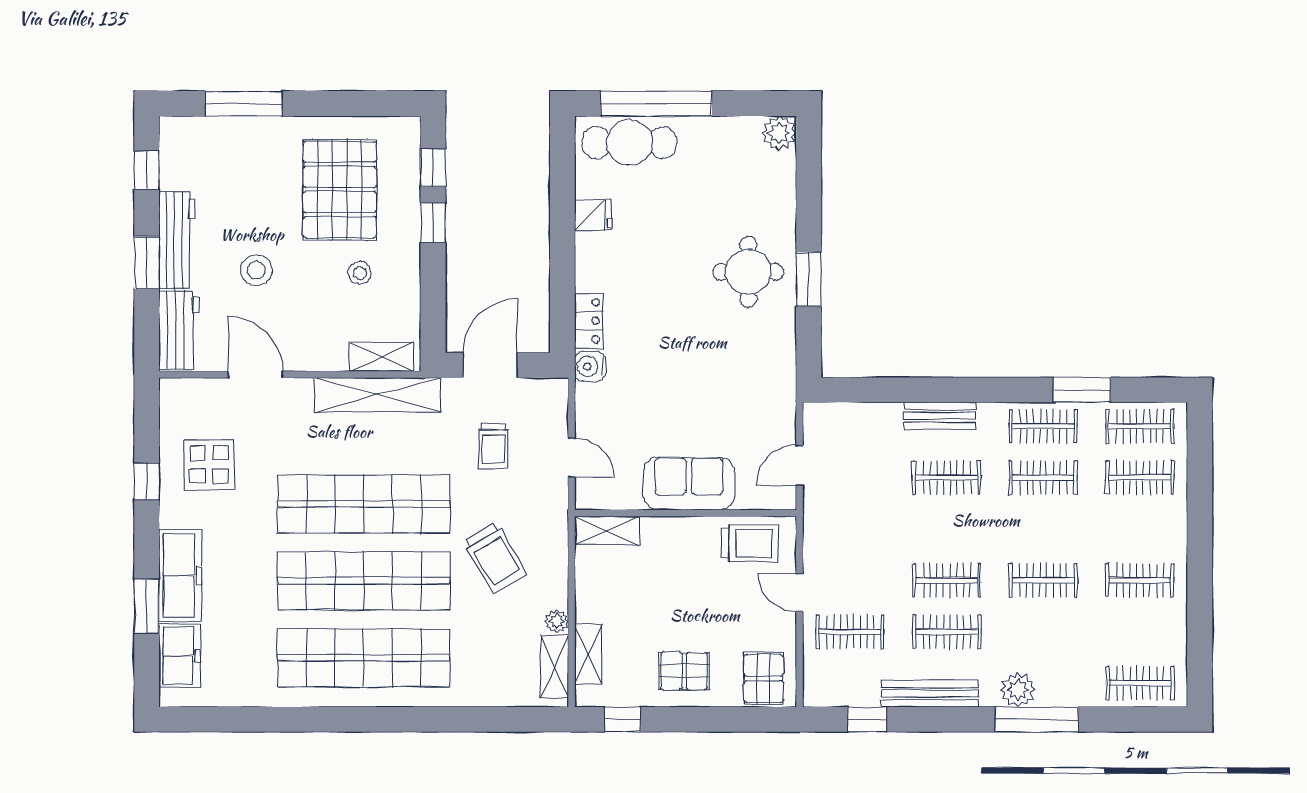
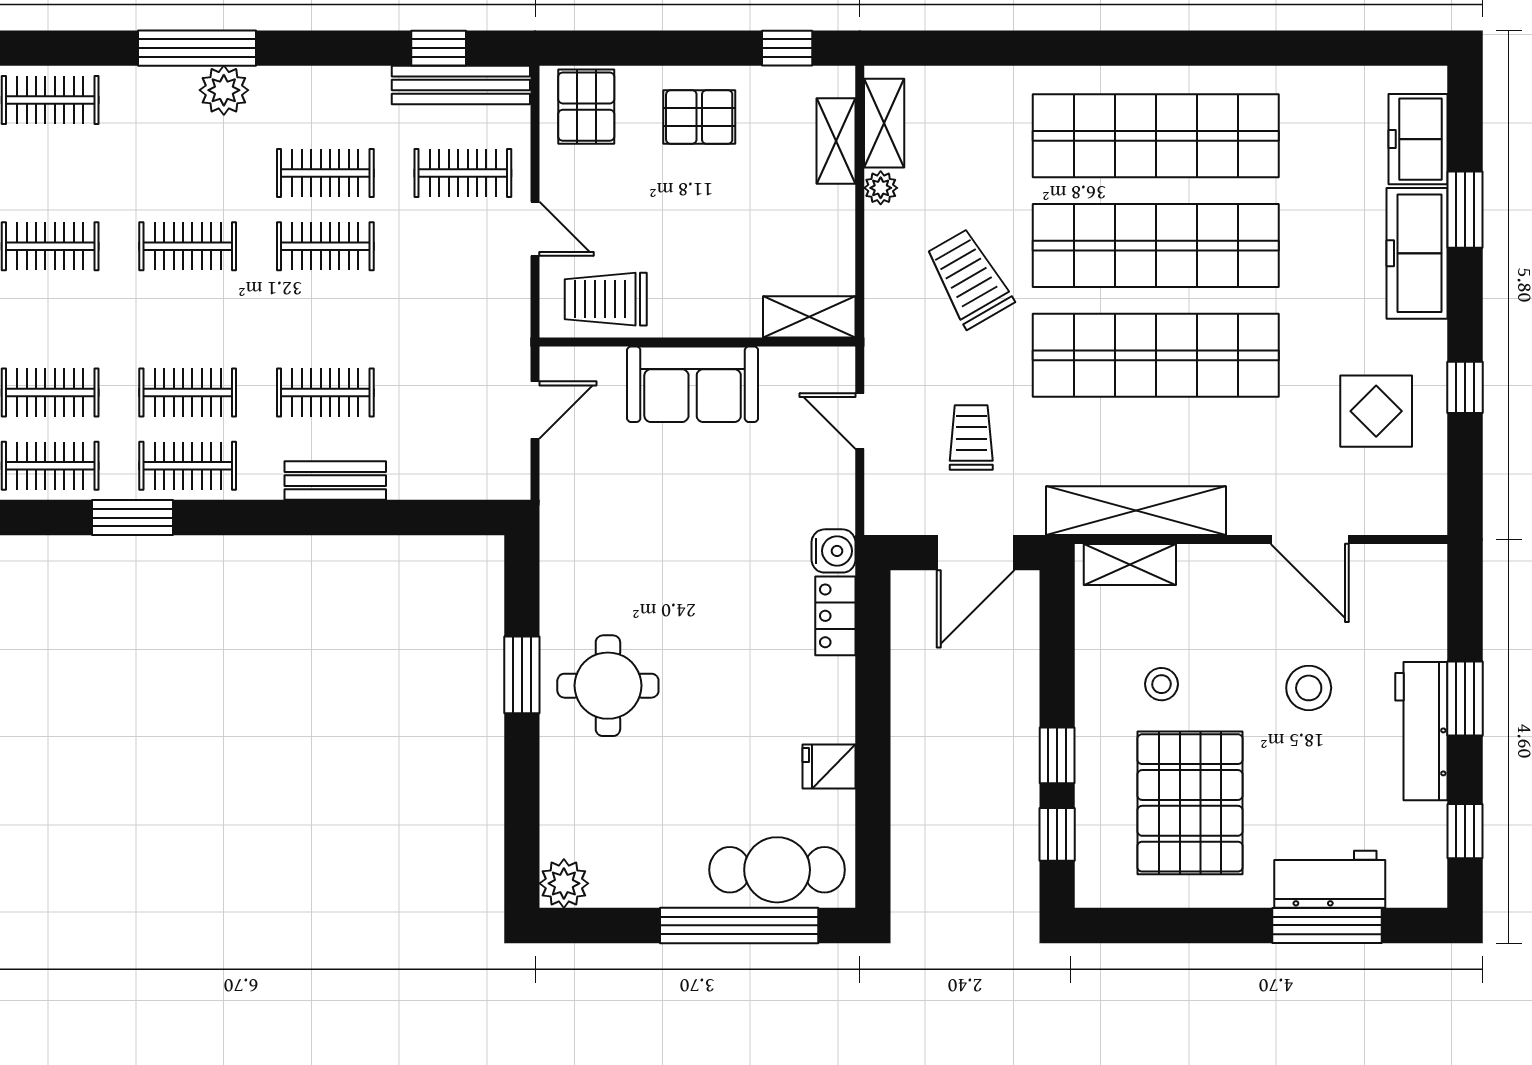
workbench: (179, 330) -> (1330, 879), moved, turned 90
bench: (930, 694) -> (461, 85), moved

